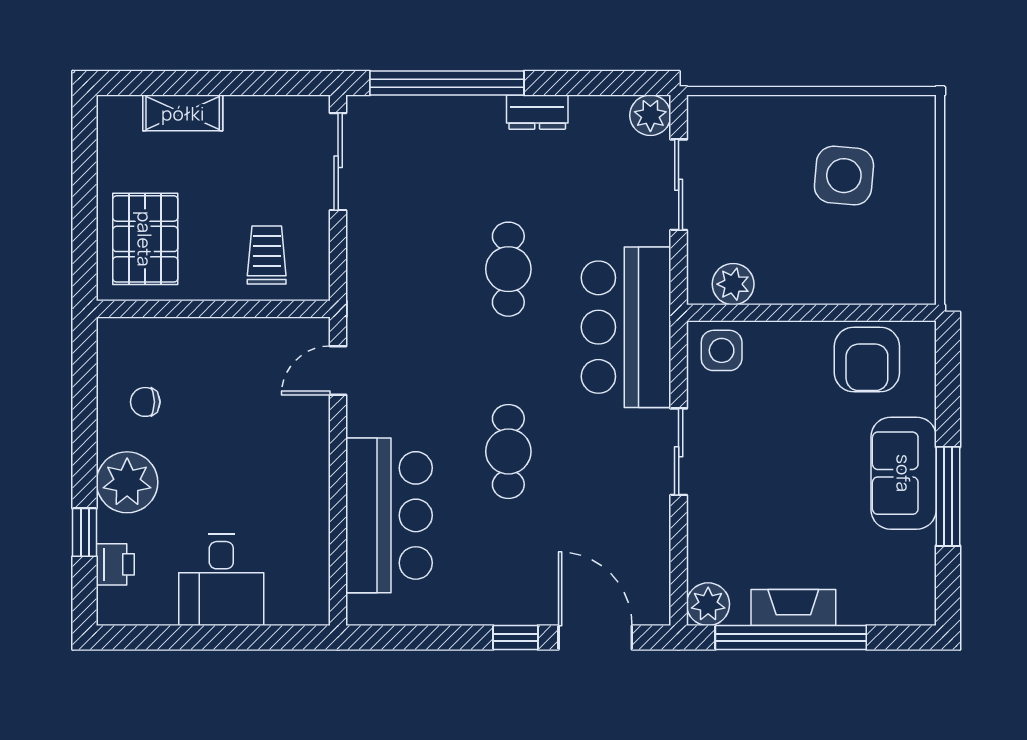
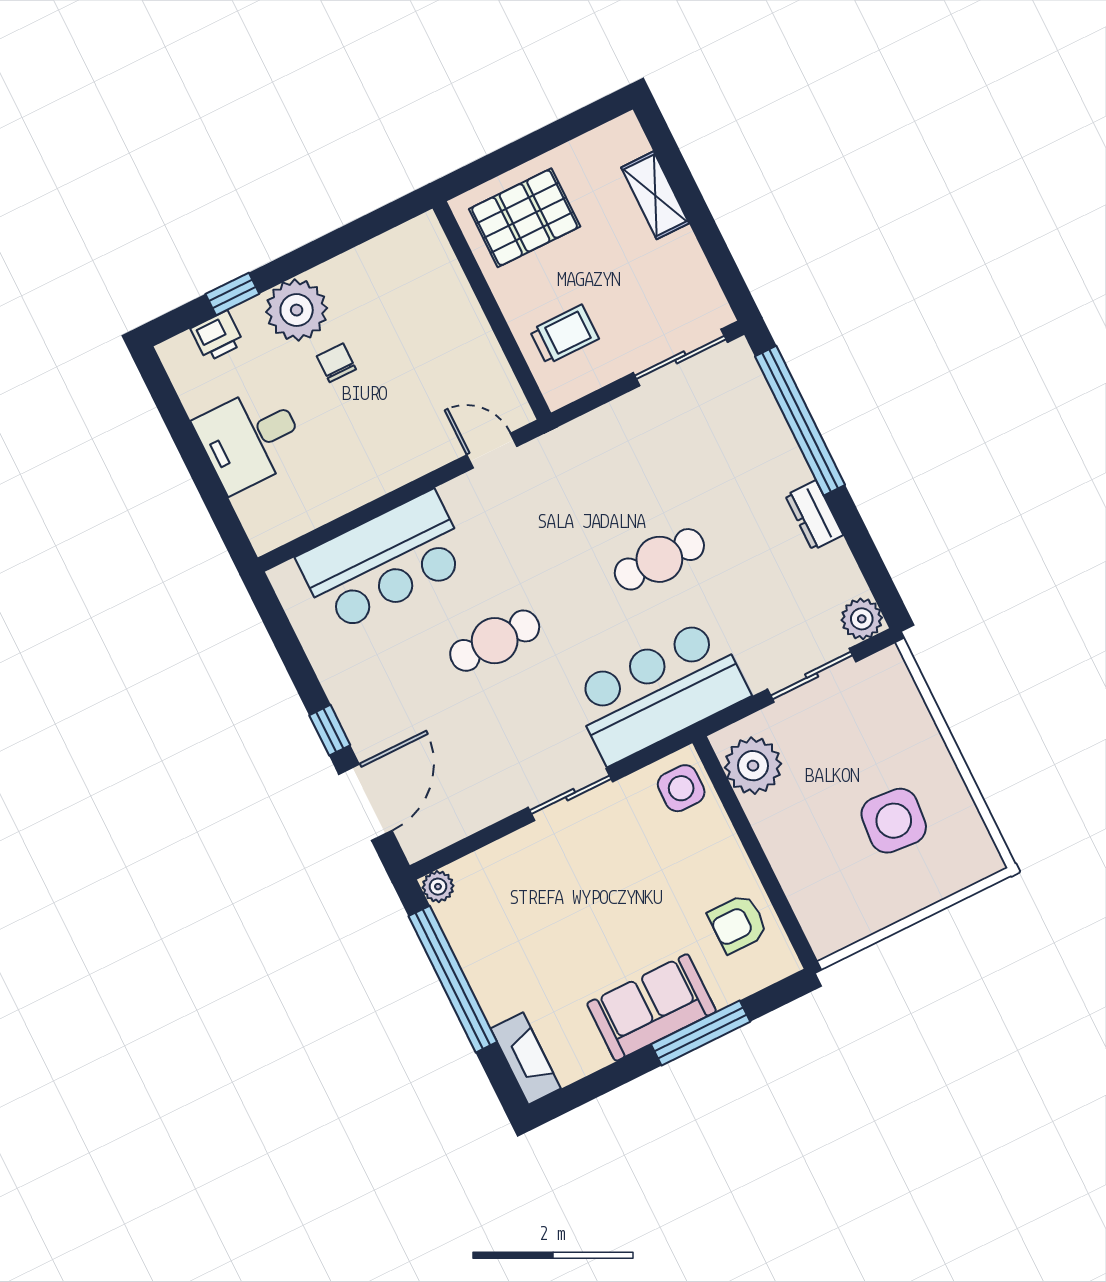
plant: (733, 284) -> (753, 766), width x1.36, depth x1.36
armchair: (867, 359) -> (738, 924), width x0.72, depth x0.72
chair: (145, 402) -> (336, 363), moved
window: (948, 496) -> (701, 1033), moved
plant: (708, 604) -> (438, 887), width x0.73, depth x0.73
fireplace: (793, 608) -> (526, 1059), moved

